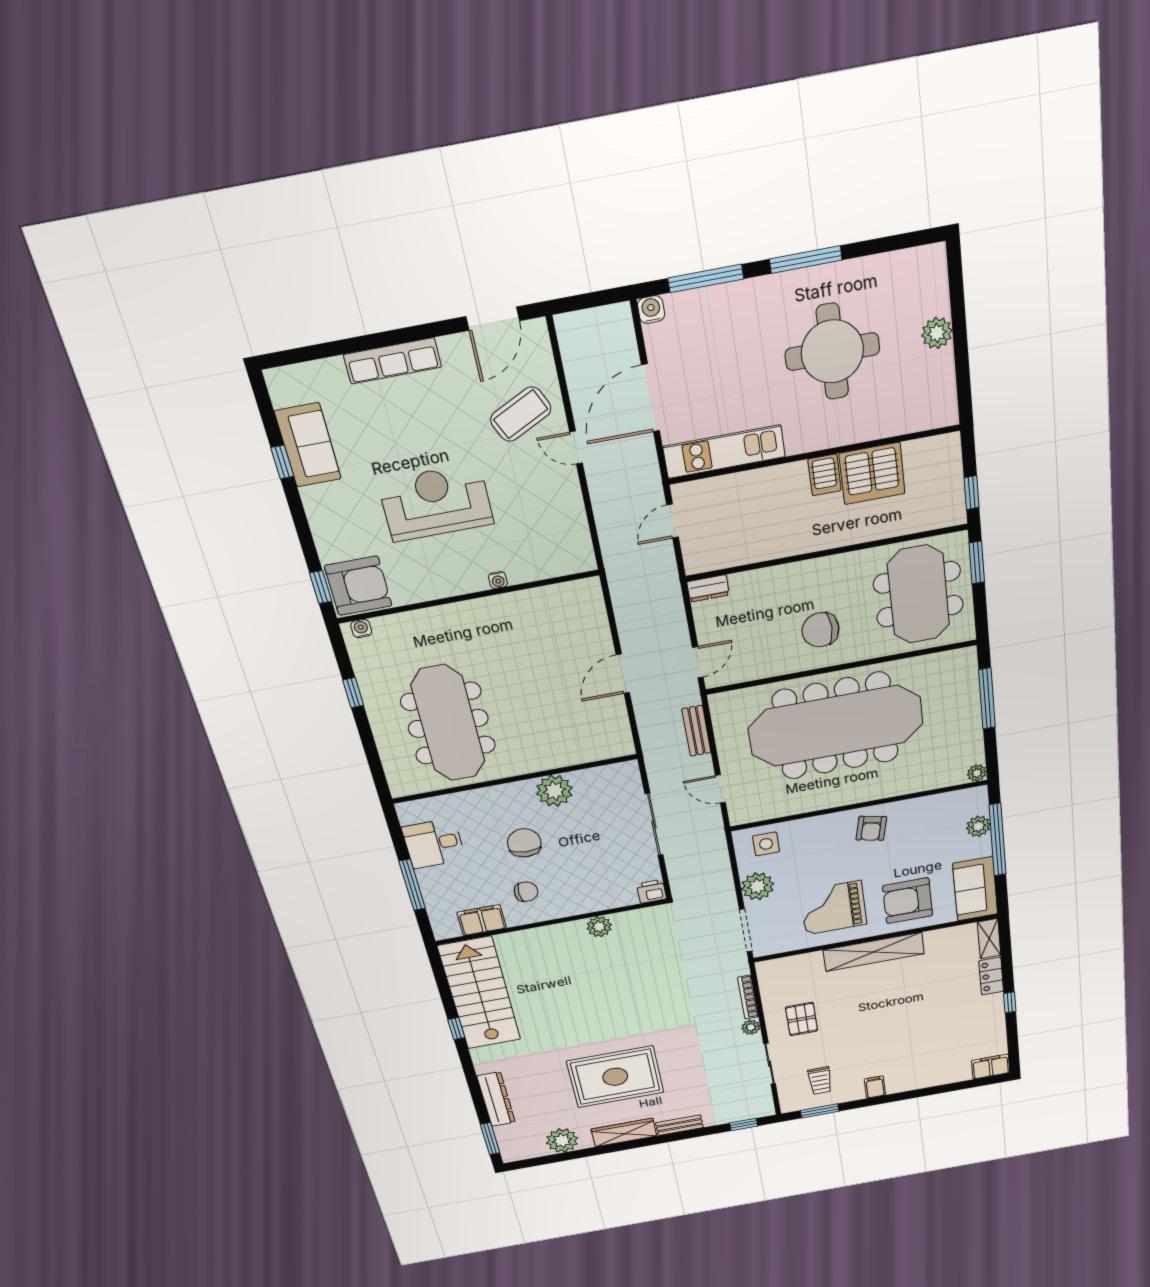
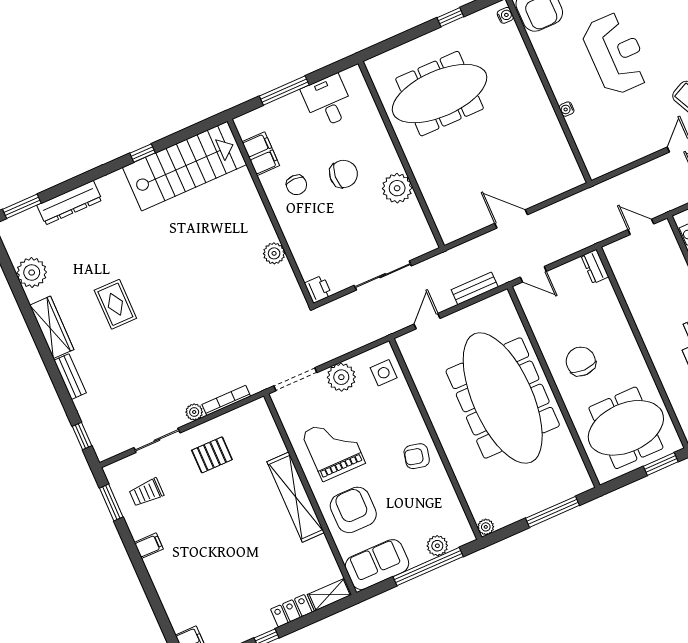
rug: (615, 1077) -> (115, 304), width x0.54, depth x0.49

